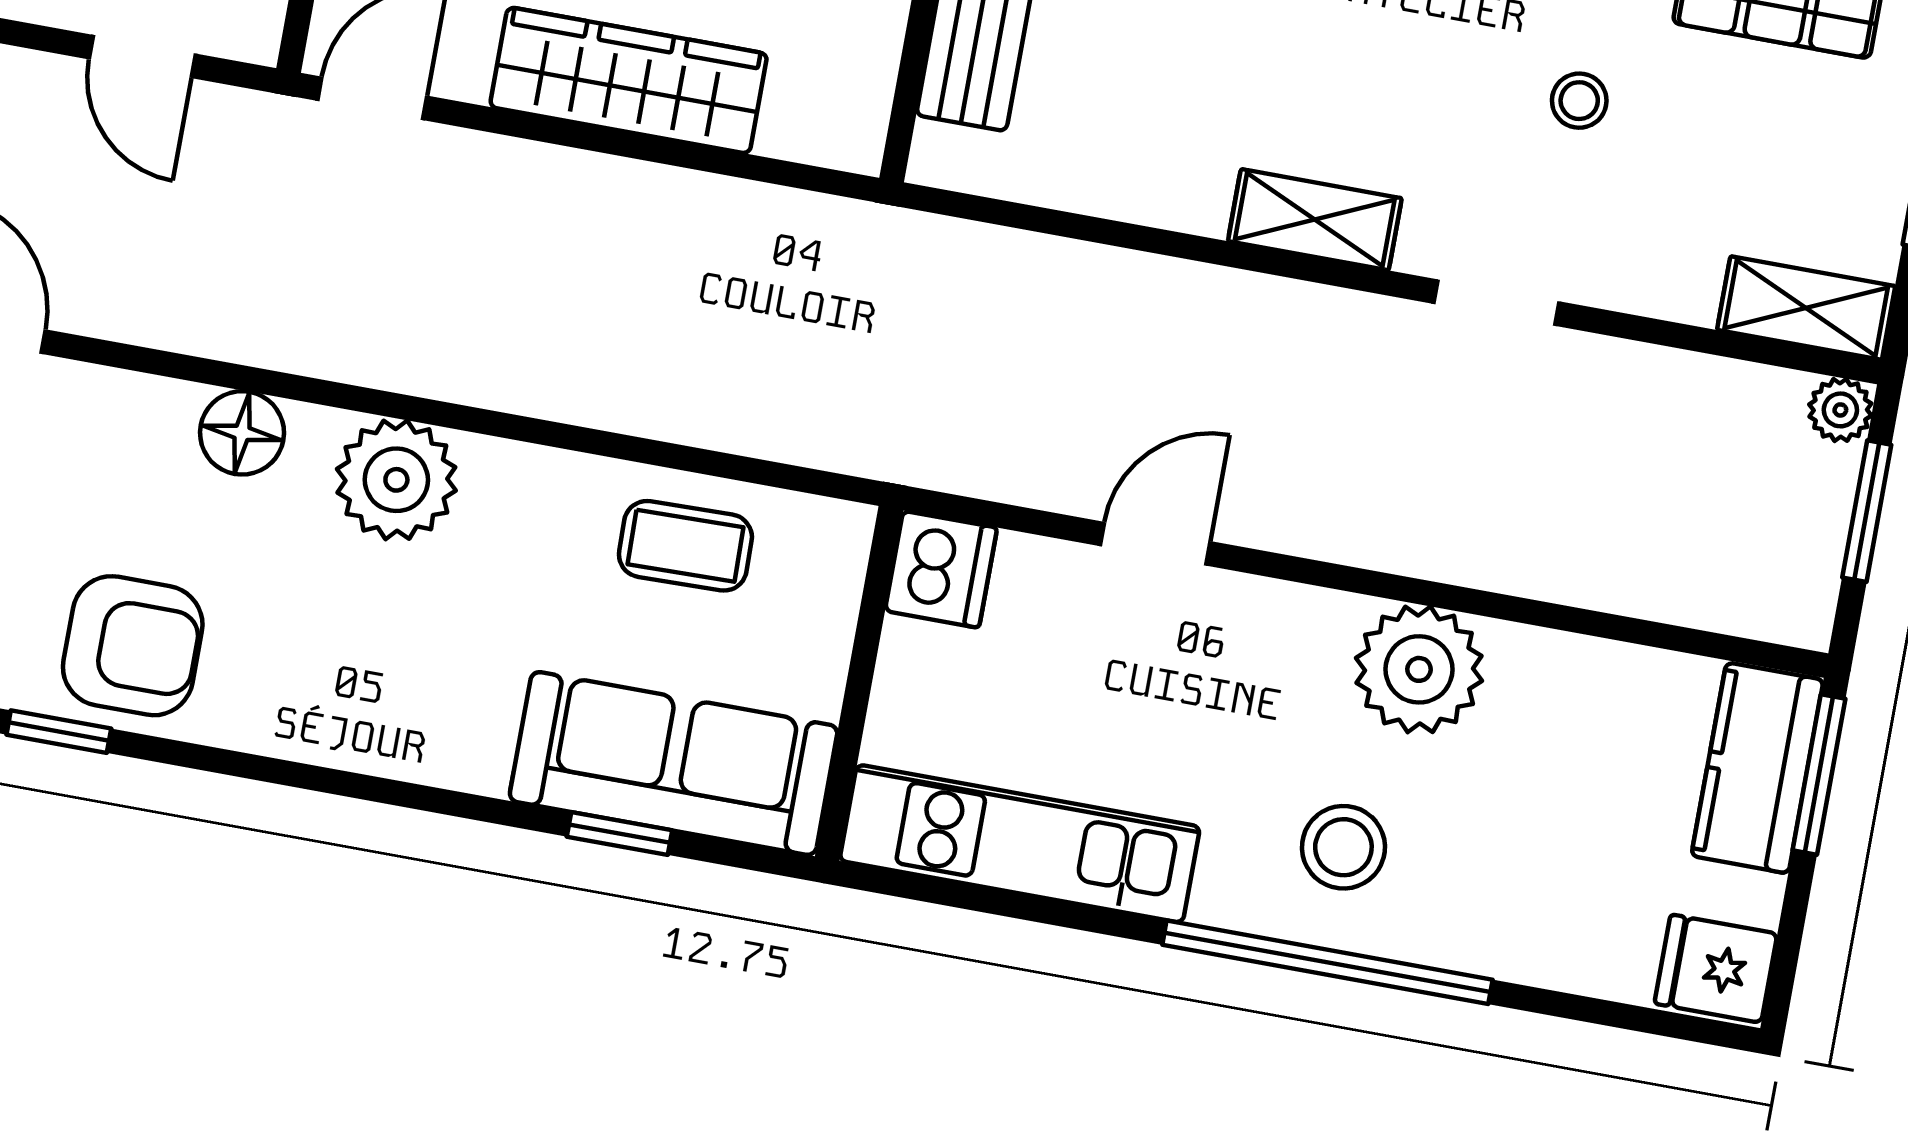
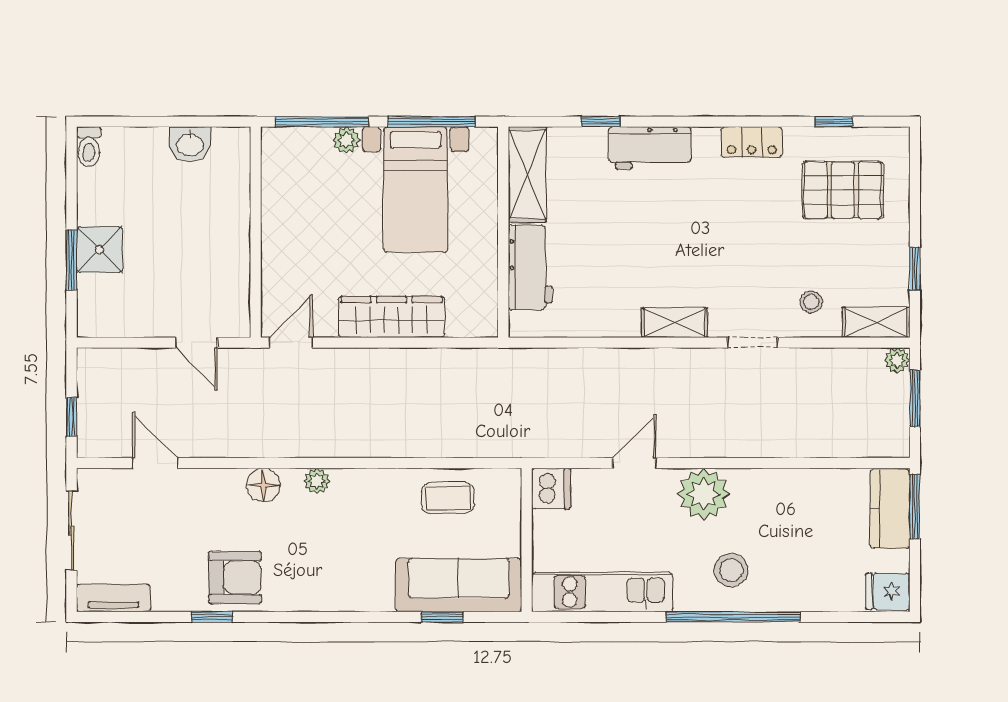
stool: (1579, 101) -> (811, 302), moved
plant: (396, 480) -> (317, 481), width x0.53, depth x0.53
plant: (1419, 669) -> (704, 494), moved

